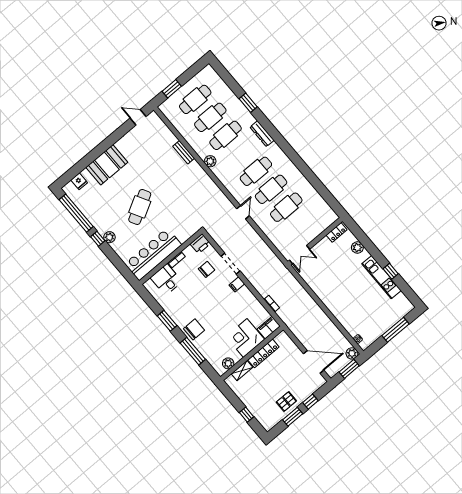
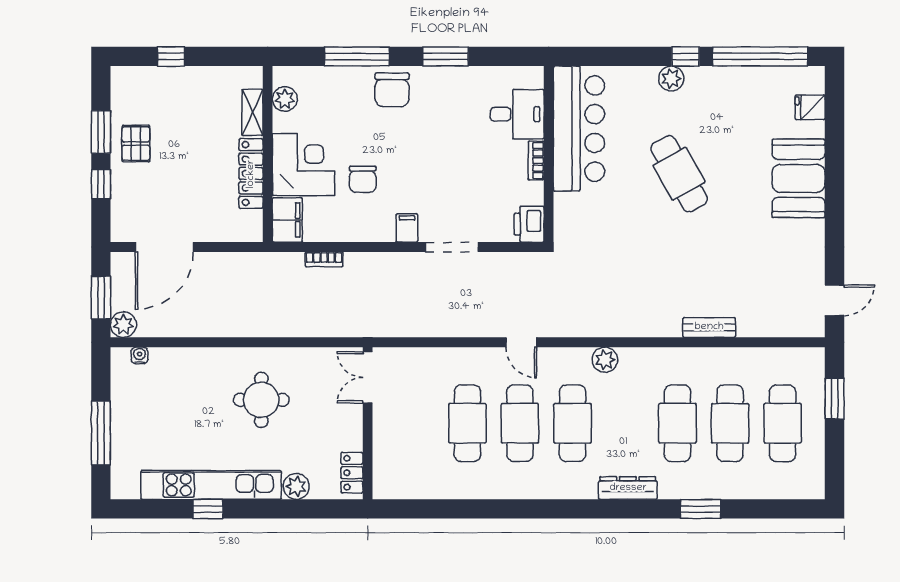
plant: (210, 161) -> (605, 360), moved
chair: (207, 269) -> (363, 179), moved
kitchen unit: (381, 277) -> (211, 485), width x1.36
round table: (338, 284) -> (261, 400), added

